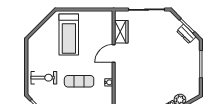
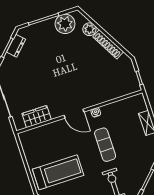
door: (114, 54) -> (74, 114), moved
plant: (191, 81) -> (65, 24), added

